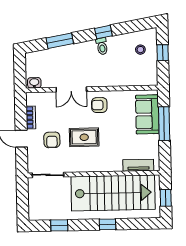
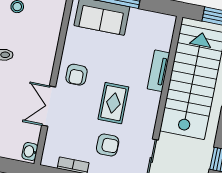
double door: (71, 89) -> (49, 106), swing flipped
tv unit: (138, 165) -> (158, 71), moved

